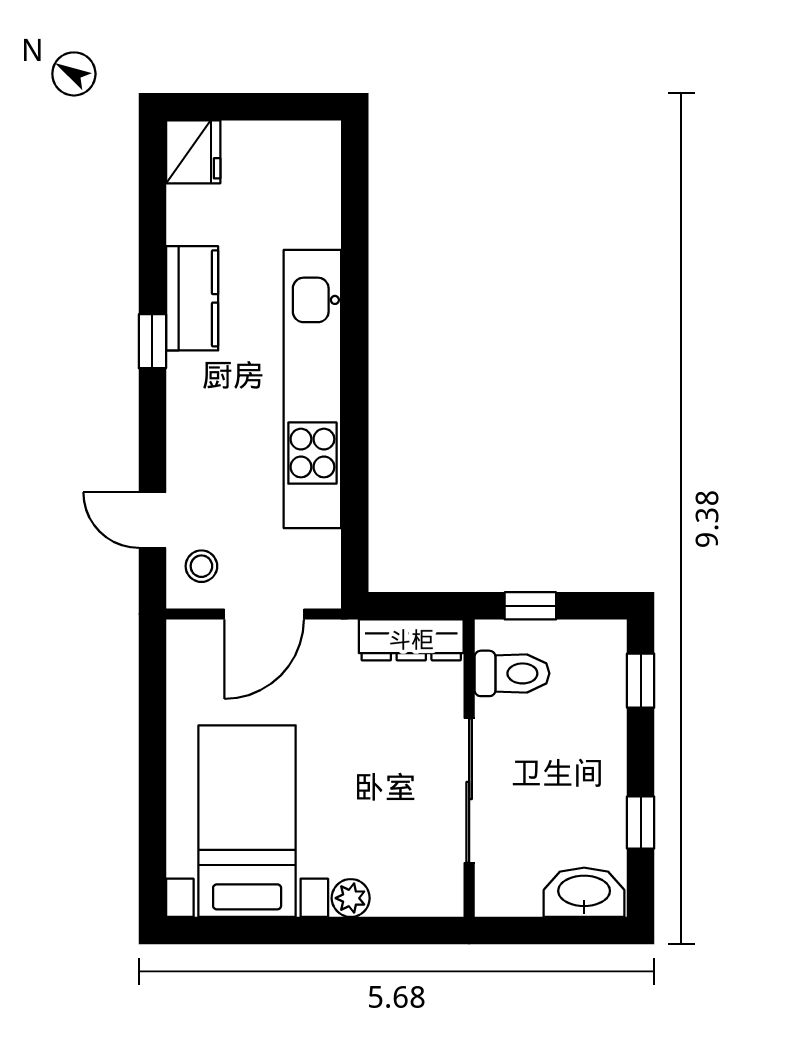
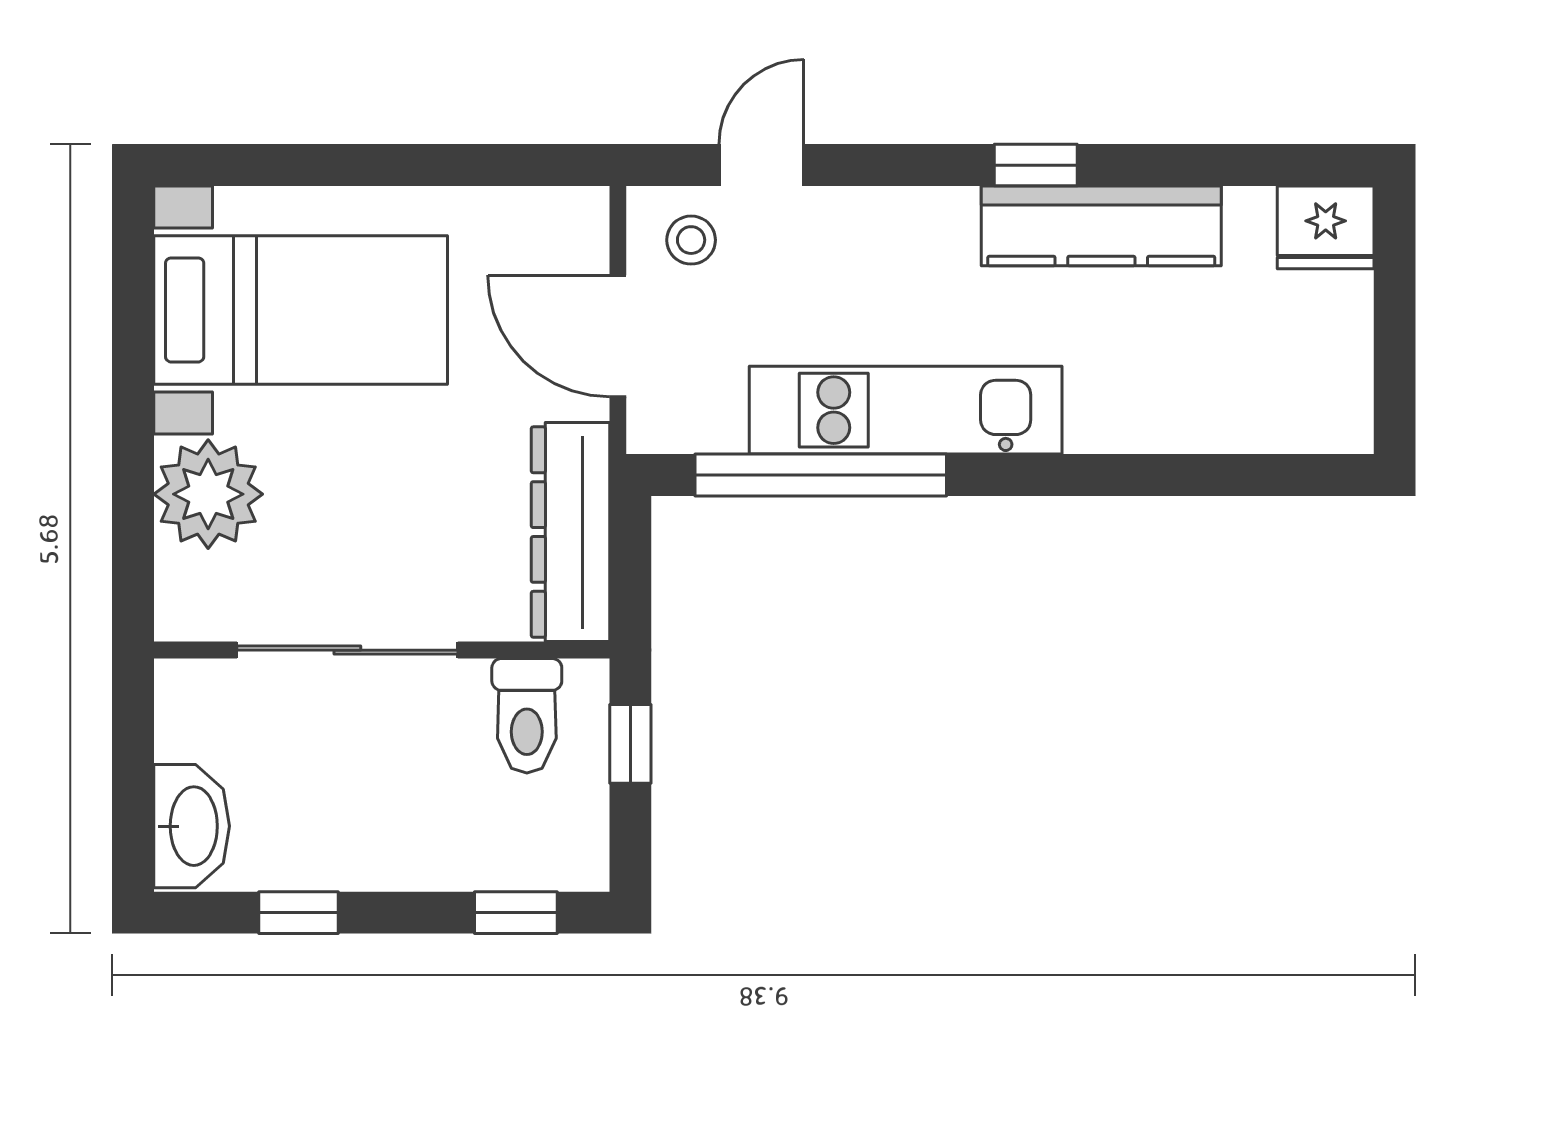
kitchen counter: (192, 298) -> (1101, 226), width x1.50
kitchen unit: (312, 389) -> (906, 410), width x0.73
window: (355, 481) -> (821, 475), added
dresser: (411, 640) -> (570, 532), width x1.37, depth x1.24
plant: (351, 898) -> (208, 494), width x1.87, depth x1.87

